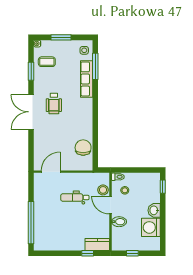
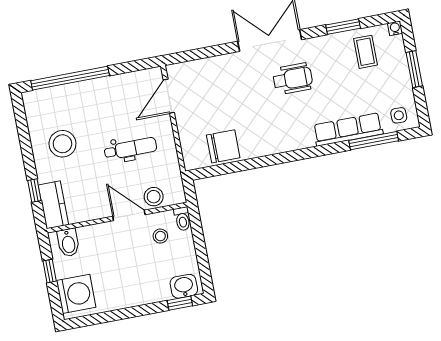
wheelchair: (54, 103) -> (293, 79), turned 180
door: (51, 172) -> (169, 96), swing flipped
dental chair: (75, 198) -> (130, 149), turned 90
door: (111, 205) -> (129, 215), hinge flipped
washbasin: (154, 210) -> (184, 286), moved
bidet: (119, 222) -> (68, 243), moved
washing machine: (151, 227) -> (76, 294), moved, turned 90
stool: (65, 233) -> (62, 144), added

